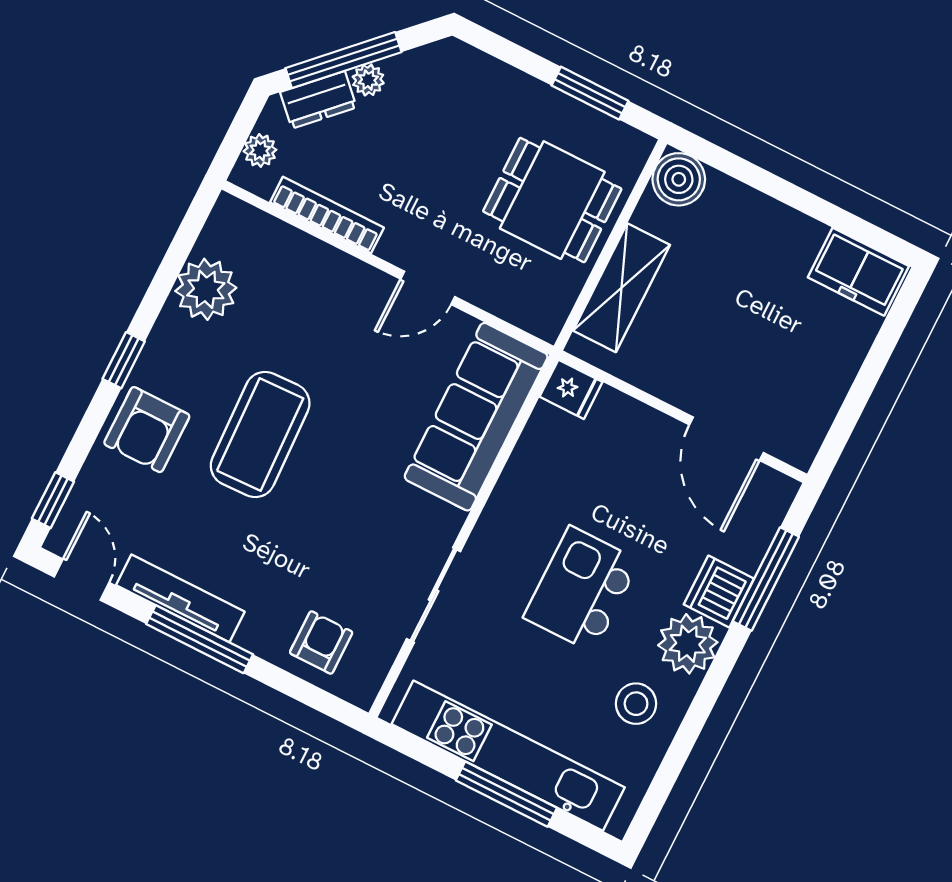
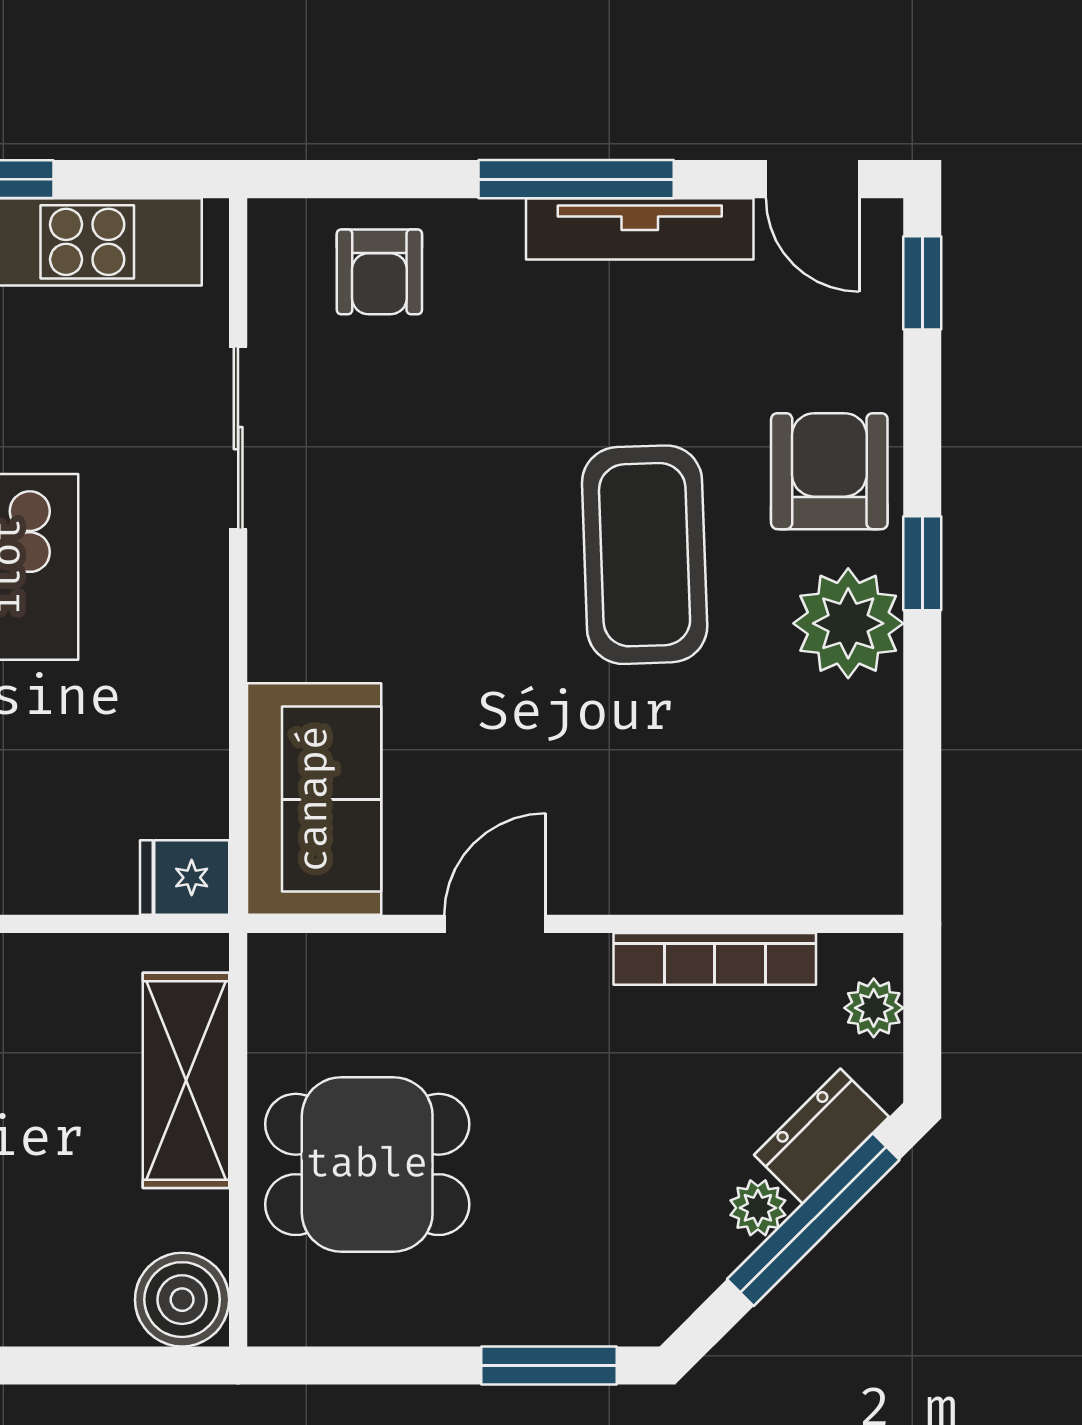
window: (590, 93) -> (549, 1366), moved
plant: (206, 289) -> (848, 623), moved
sofa: (476, 417) -> (314, 799), width x0.73

